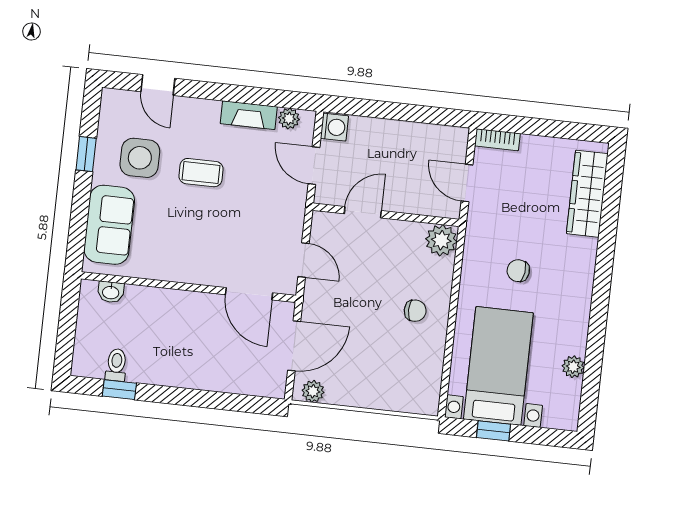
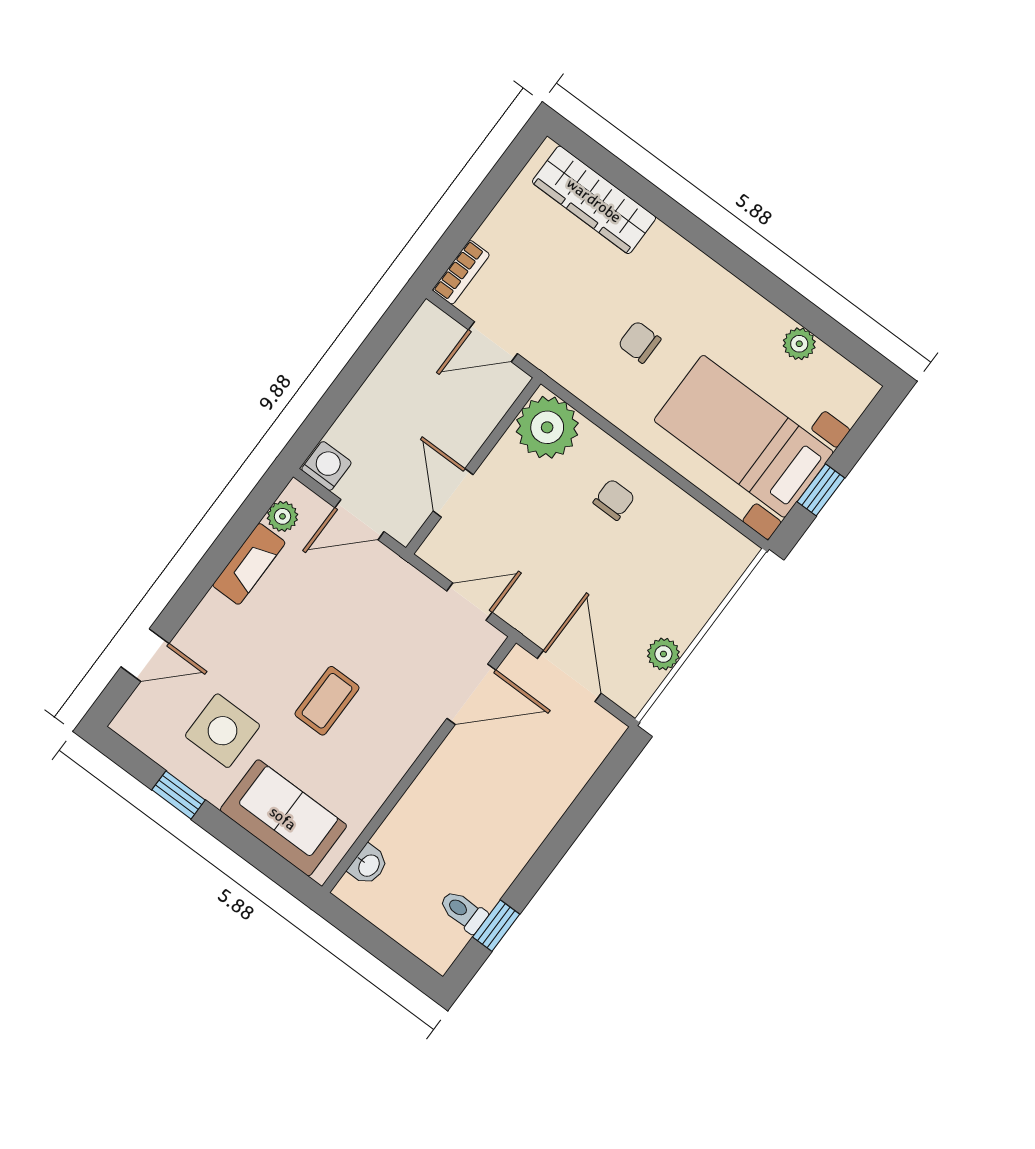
coffee table: (201, 173) -> (327, 701), moved
plant: (441, 240) -> (547, 427), width x1.36, depth x1.36
chair: (518, 271) -> (640, 342), turned 82
plant: (313, 391) -> (663, 654), moved

